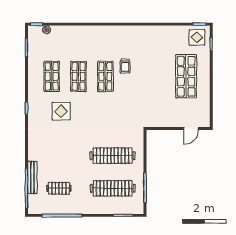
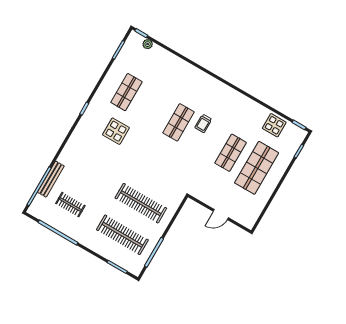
display table: (197, 37) -> (274, 125), moved
shop shelf: (79, 76) -> (231, 153), moved
door: (191, 128) -> (221, 215), moved

